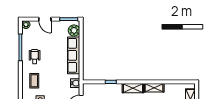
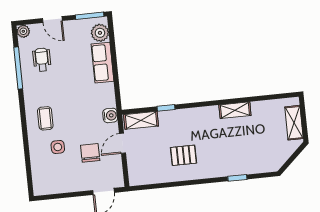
row of seats: (74, 55) -> (102, 63), width x0.68
wheelchair: (35, 56) -> (42, 60), moved
shelving: (133, 88) -> (141, 120), moved

